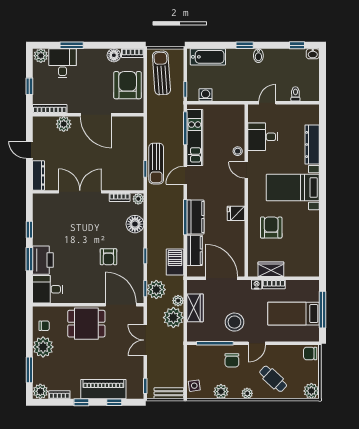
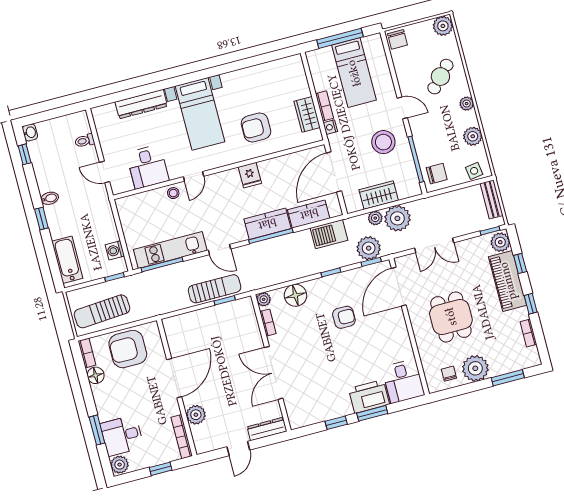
dining table: (86, 324) -> (451, 317), moved
chair: (232, 360) -> (437, 174), moved
plant: (40, 391) -> (500, 242), moved

